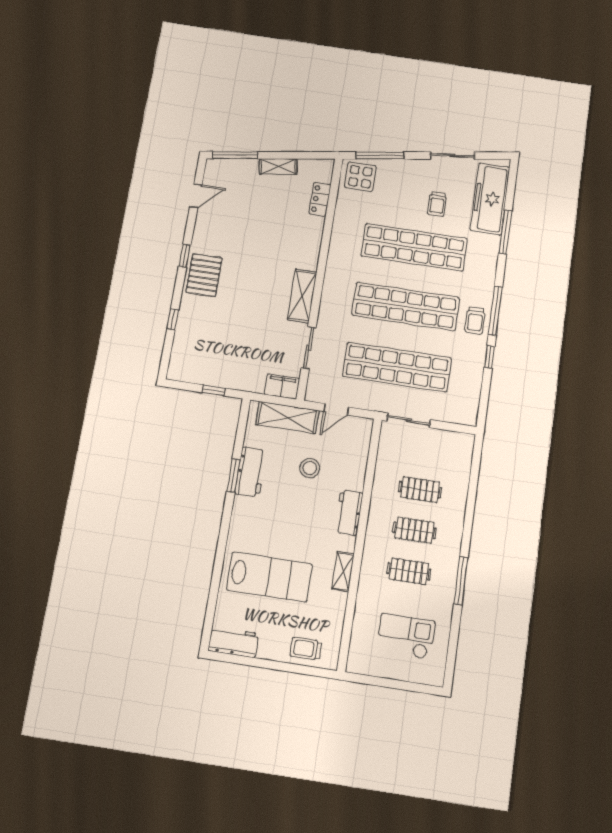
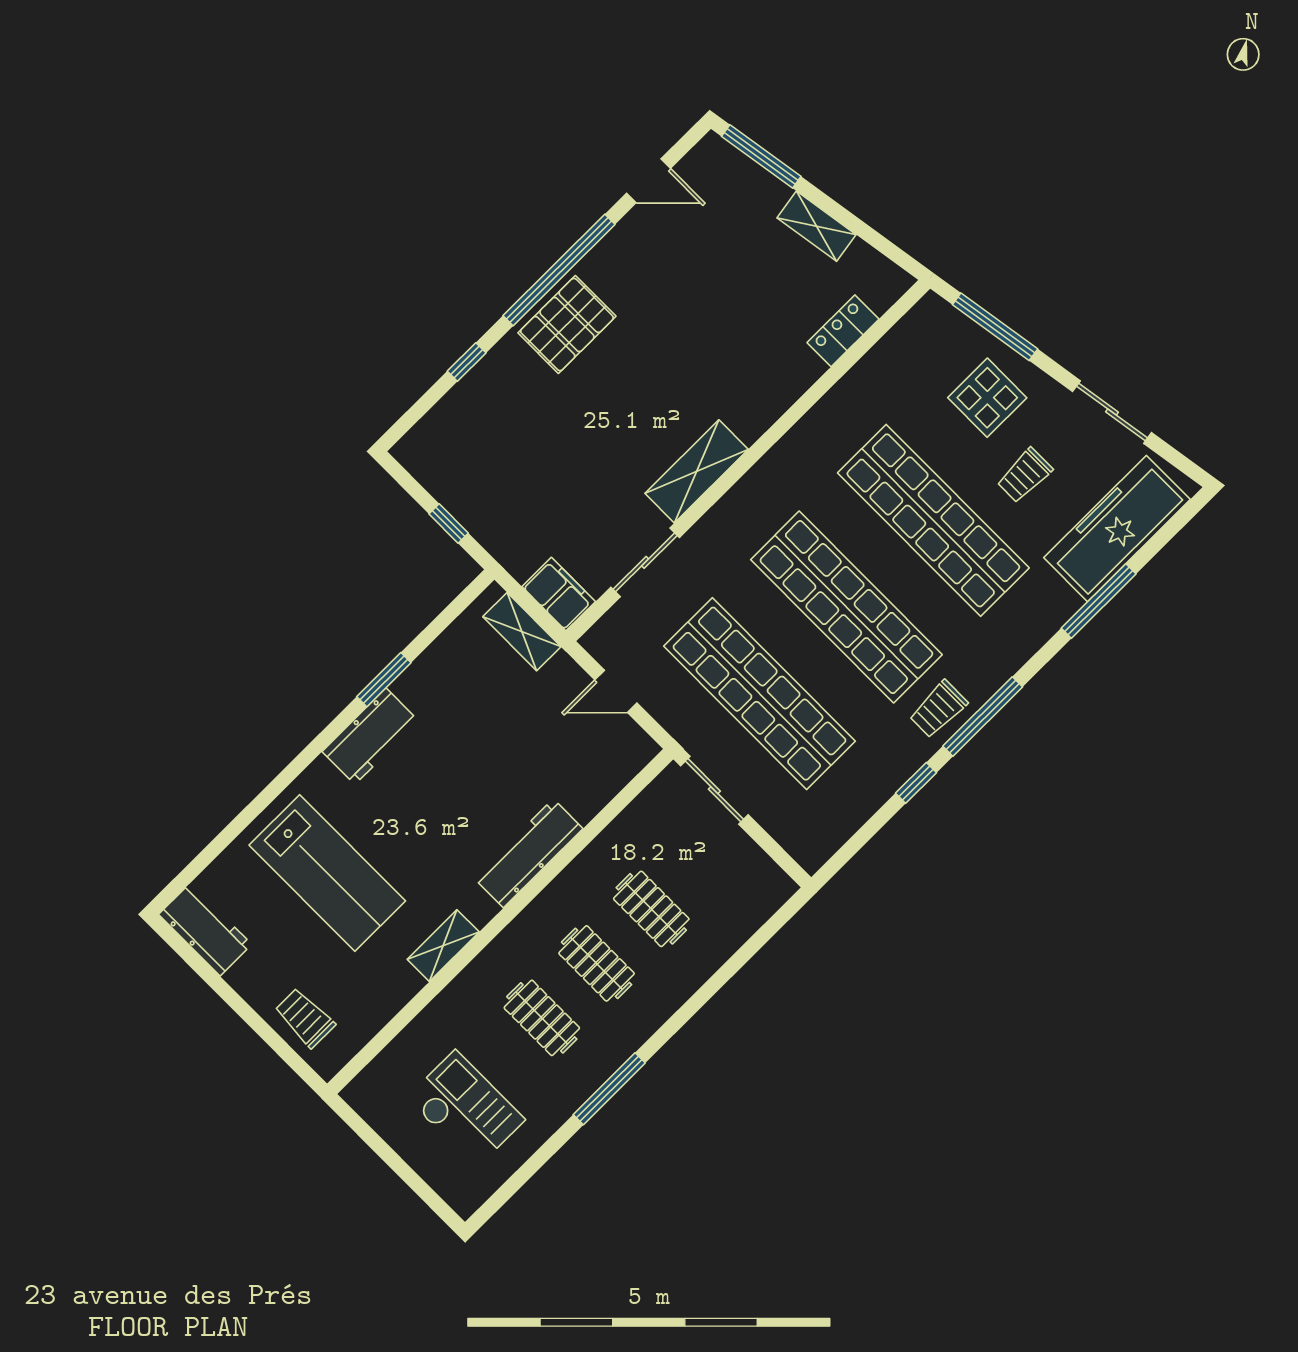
display table: (360, 177) -> (987, 398), moved
window: (185, 256) -> (559, 270), width x3.17
shelving: (287, 417) -> (522, 632), width x0.67, depth x0.75
stool: (310, 468) -> (508, 753), removed
workbench: (251, 472) -> (370, 736), moved
workbench: (349, 512) -> (528, 853), width x1.38

